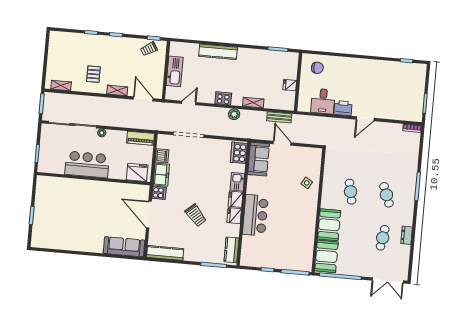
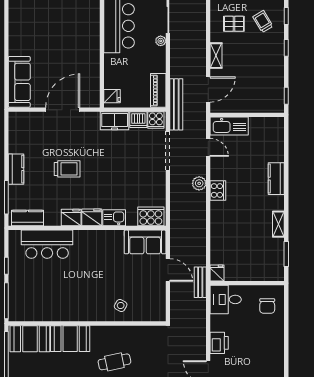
trolley: (149, 49) -> (263, 21), moved
kitchen counter: (218, 52) -> (276, 179), width x0.67
kitchen sink: (175, 71) -> (229, 126), moved
fridge: (290, 85) -> (217, 273), moved
desk: (323, 101) -> (226, 299), moved
shelving: (253, 103) -> (278, 224), moved
plant: (234, 114) -> (199, 183), moved
bench: (279, 117) -> (200, 282), moved
bench: (153, 125) -> (176, 104), added
door: (282, 143) -> (168, 270), hinge flipped
fridge: (137, 172) -> (112, 96), width x0.53, depth x0.75
cooker: (159, 193) -> (156, 120), moved
trolley: (196, 215) -> (67, 169), turned -138
bar counter: (255, 215) -> (47, 244), moved
kitchen counter: (165, 253) -> (16, 169), moved, width x0.67

